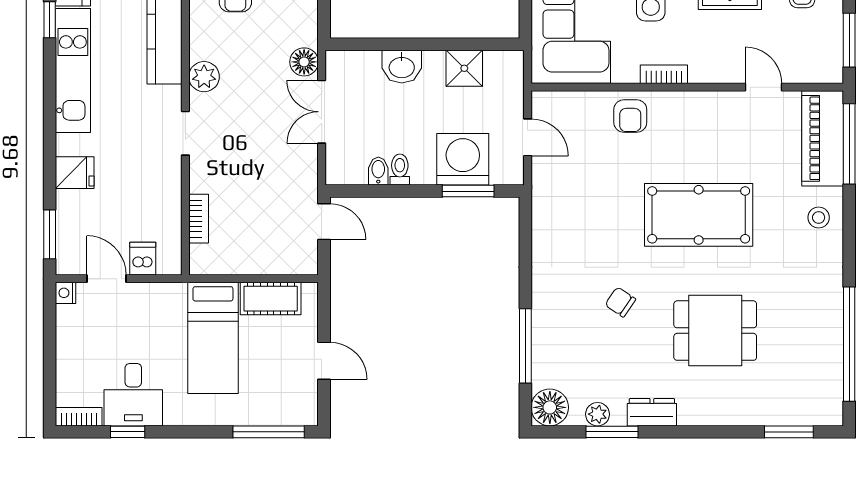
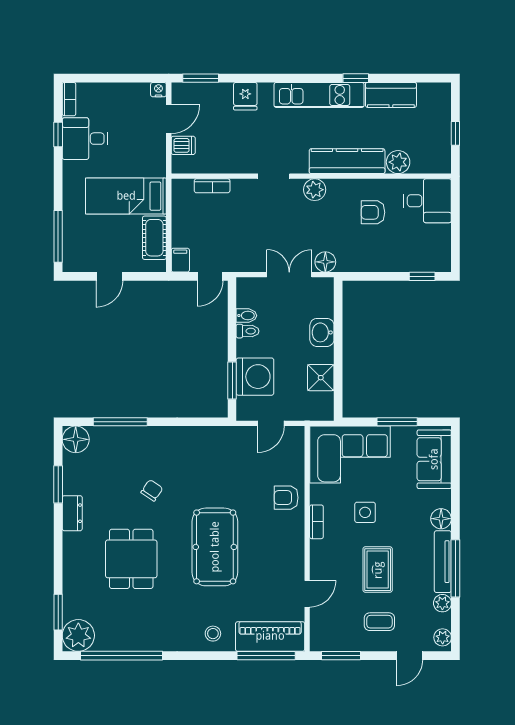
filing cabinet: (302, 263) -> (180, 260), added
plant: (598, 414) -> (78, 635), moved, width x1.87, depth x1.87

